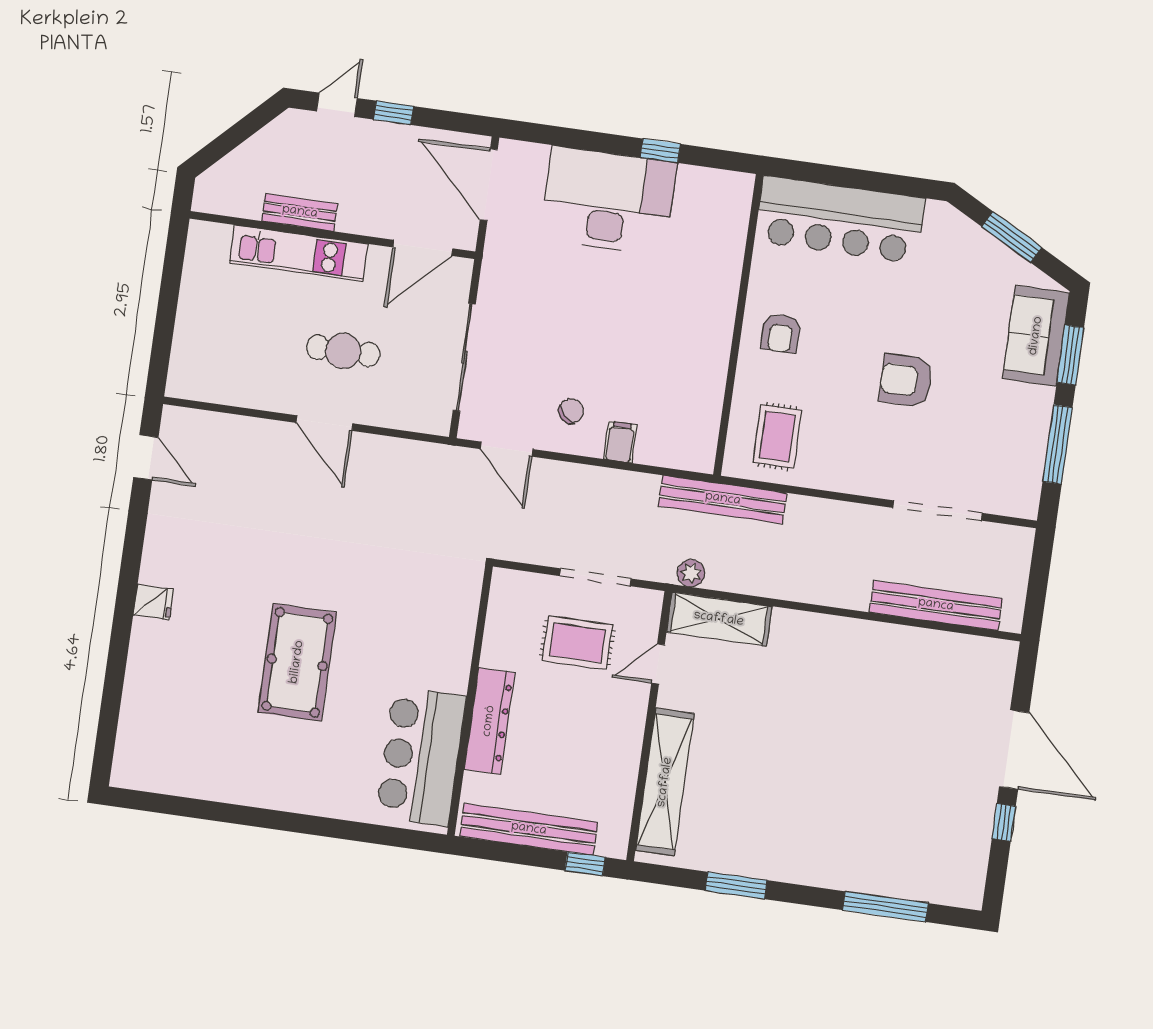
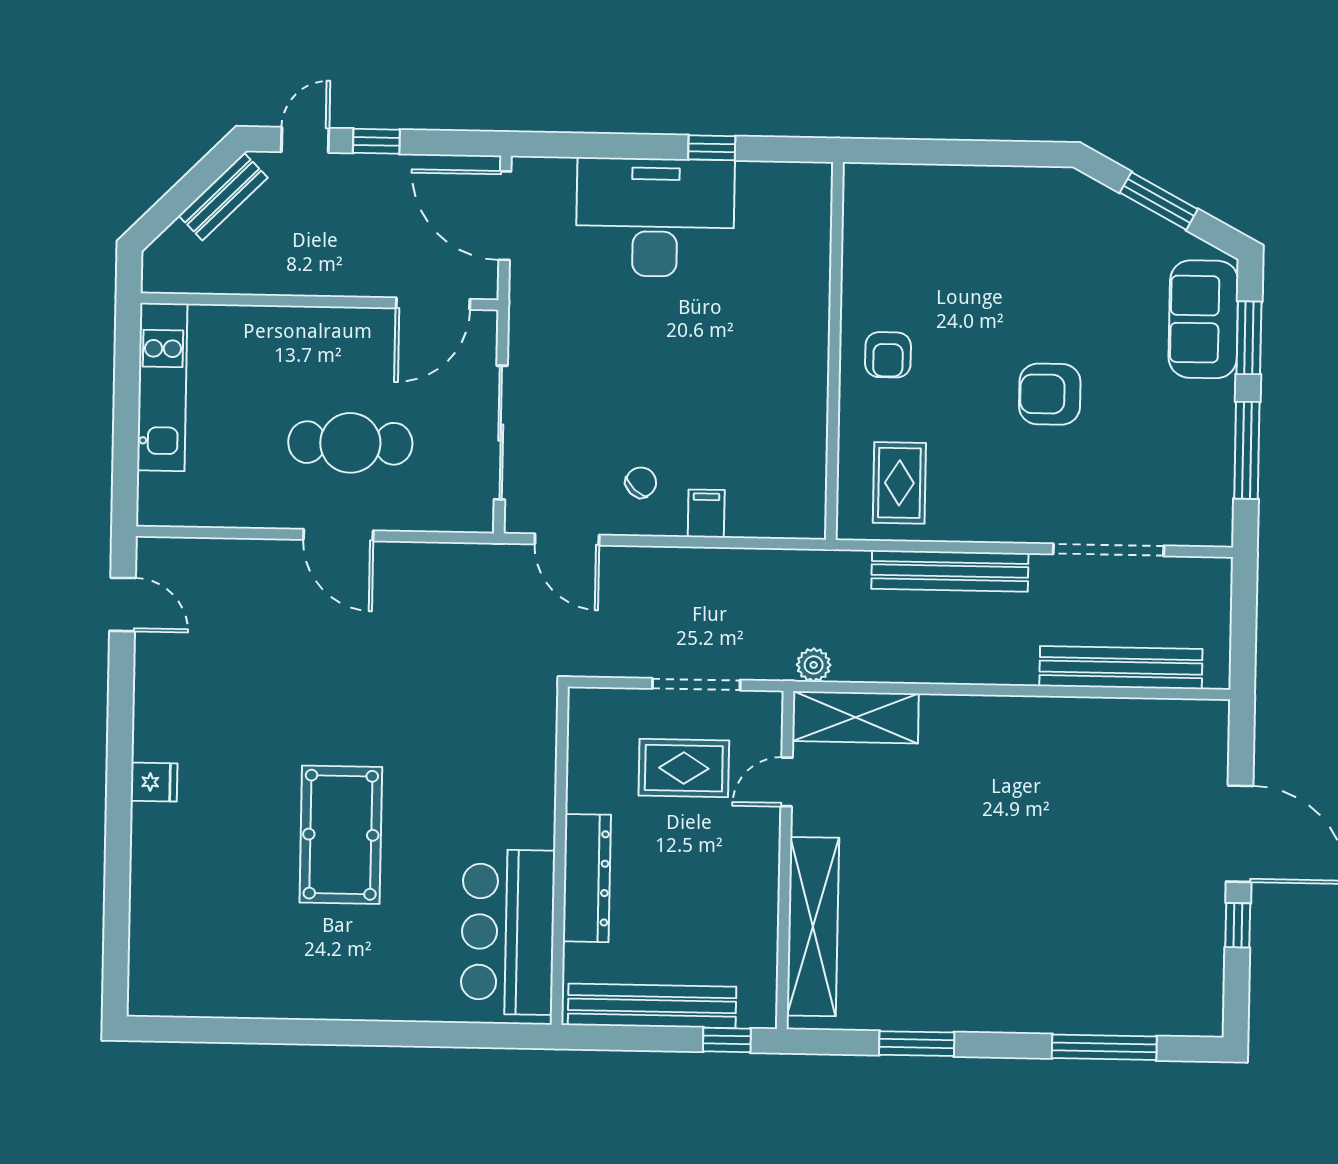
bench: (300, 212) -> (223, 197), moved, turned -45
bar counter: (840, 220) -> (944, 206), removed
kitchen unit: (299, 253) -> (162, 387), moved, turned -90
cafe table: (343, 351) -> (350, 443), width x1.37, depth x1.35
bench: (723, 499) -> (950, 571), moved

